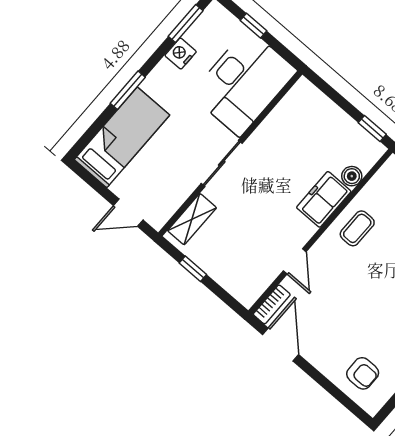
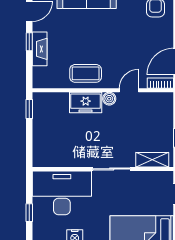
boiler: (352, 176) -> (109, 99), moved
coffee table: (357, 228) -> (86, 73), width x1.36, depth x1.30

